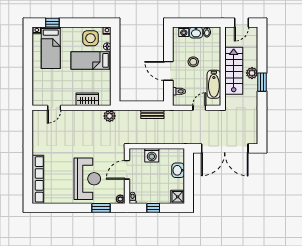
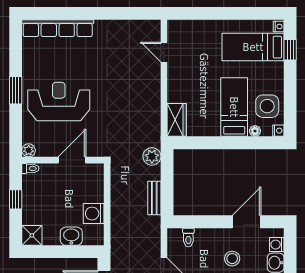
door: (168, 71) -> (247, 222), moved
wardrobe: (87, 99) -> (177, 120), moved
plant: (110, 116) -> (152, 156), moved
washing machine: (152, 155) -> (94, 213), moved
door: (127, 170) -> (72, 160), hinge flipped
reception desk: (87, 179) -> (59, 102), turned 180
window: (101, 208) -> (16, 90), moved

